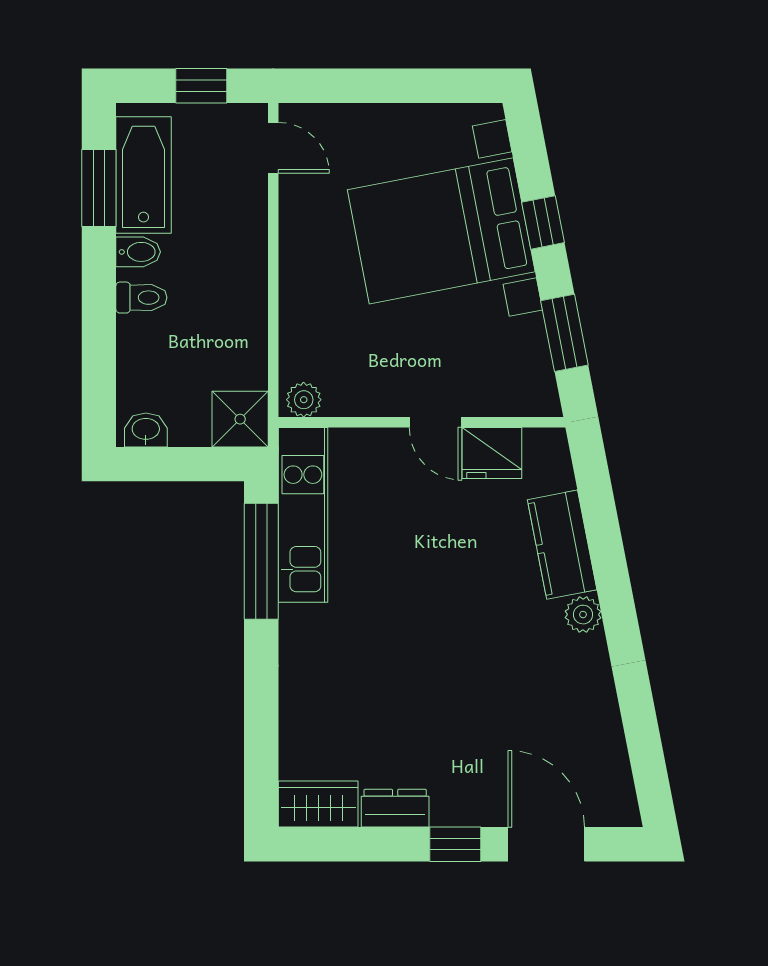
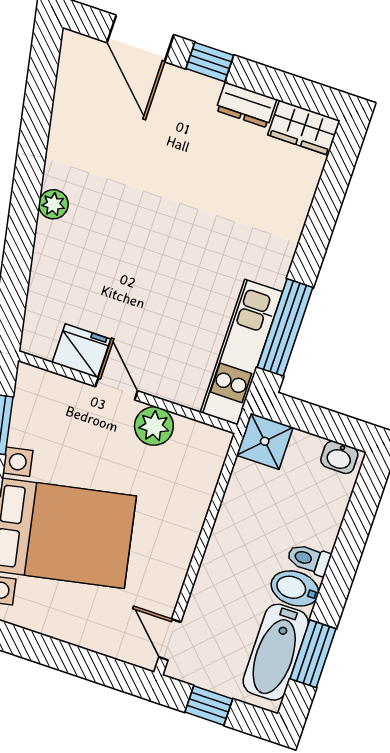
bidet: (138, 252) -> (295, 588), width x1.38, depth x1.36
plant: (304, 400) -> (154, 426), moved, width x1.38, depth x1.38
kitchen counter: (562, 545) -> (51, 263), removed

